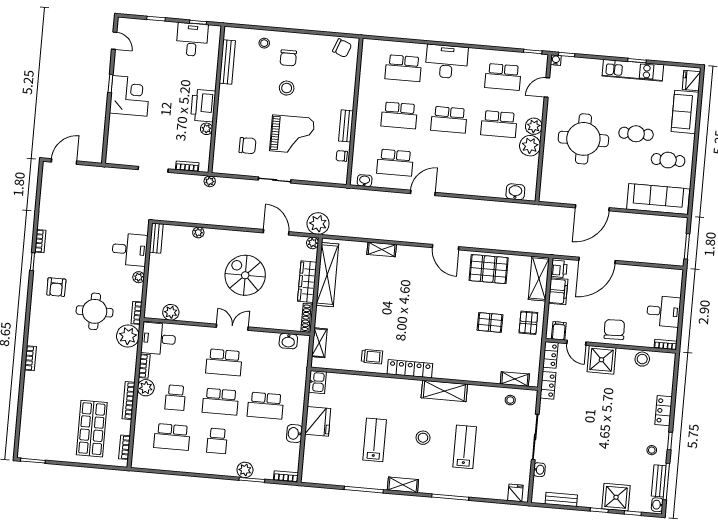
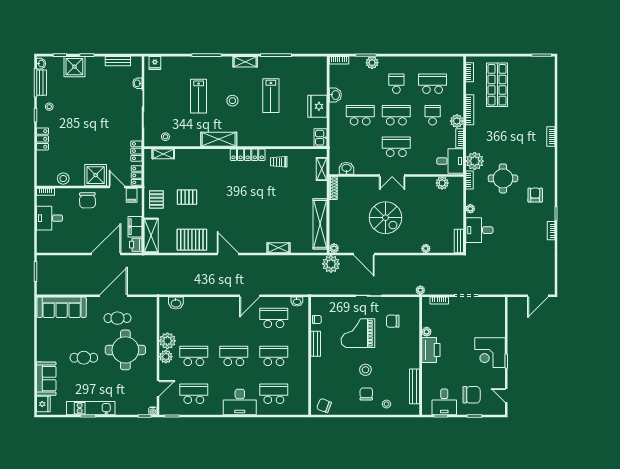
chair: (157, 45) -> (472, 395), added
cafe table: (668, 160) -> (117, 318), moved
wardrobe: (307, 282) -> (336, 217), removed

